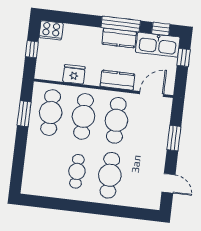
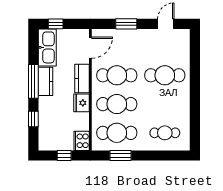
window: (161, 29) -> (33, 119), moved
cooker: (51, 30) -> (82, 141), moved, turned 180
fridge: (74, 74) -> (82, 103), moved
door: (152, 94) -> (90, 48), swing flipped
cafe table: (77, 171) -> (165, 133), moved

